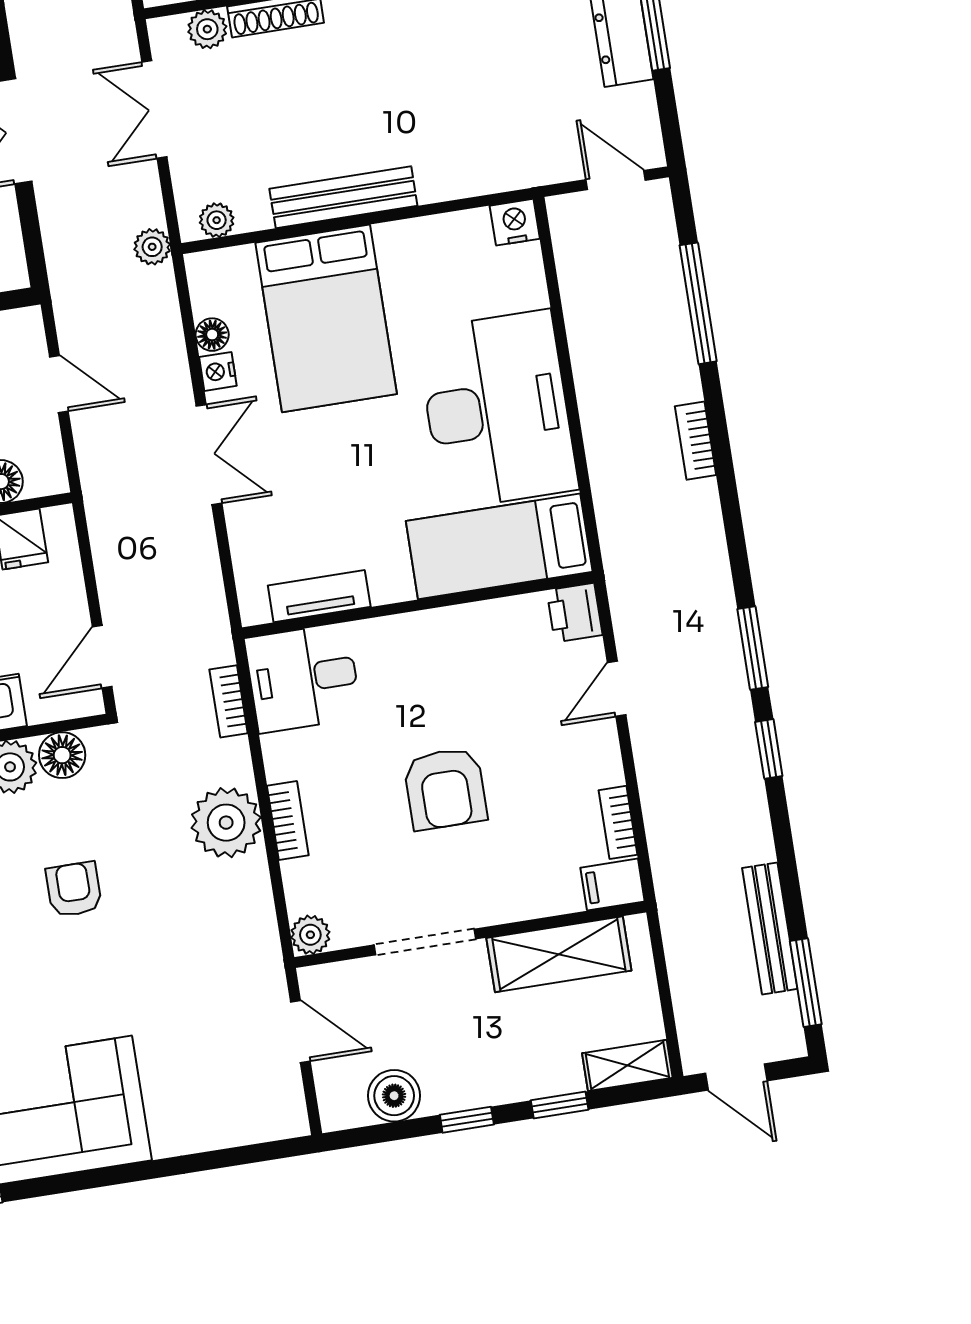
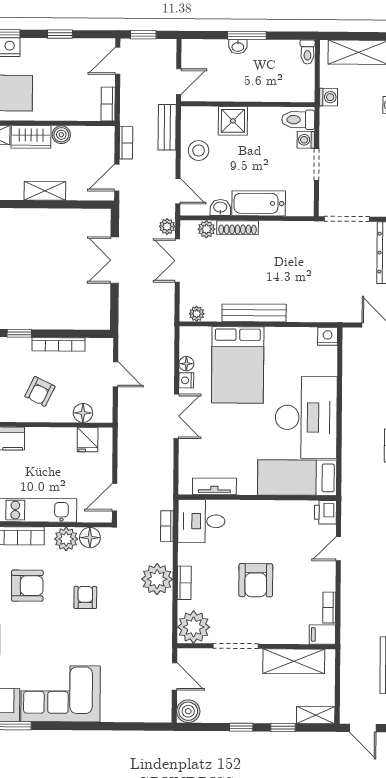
plant: (152, 247) -> (167, 226), moved
plant: (310, 935) -> (194, 627), width x1.88, depth x1.88
boiler: (394, 1096) -> (188, 711), moved

